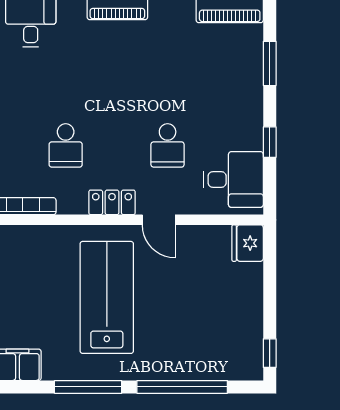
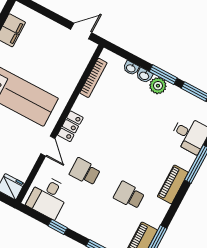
school desk: (66, 145) -> (129, 195), moved
door: (159, 220) -> (48, 146), swing flipped

